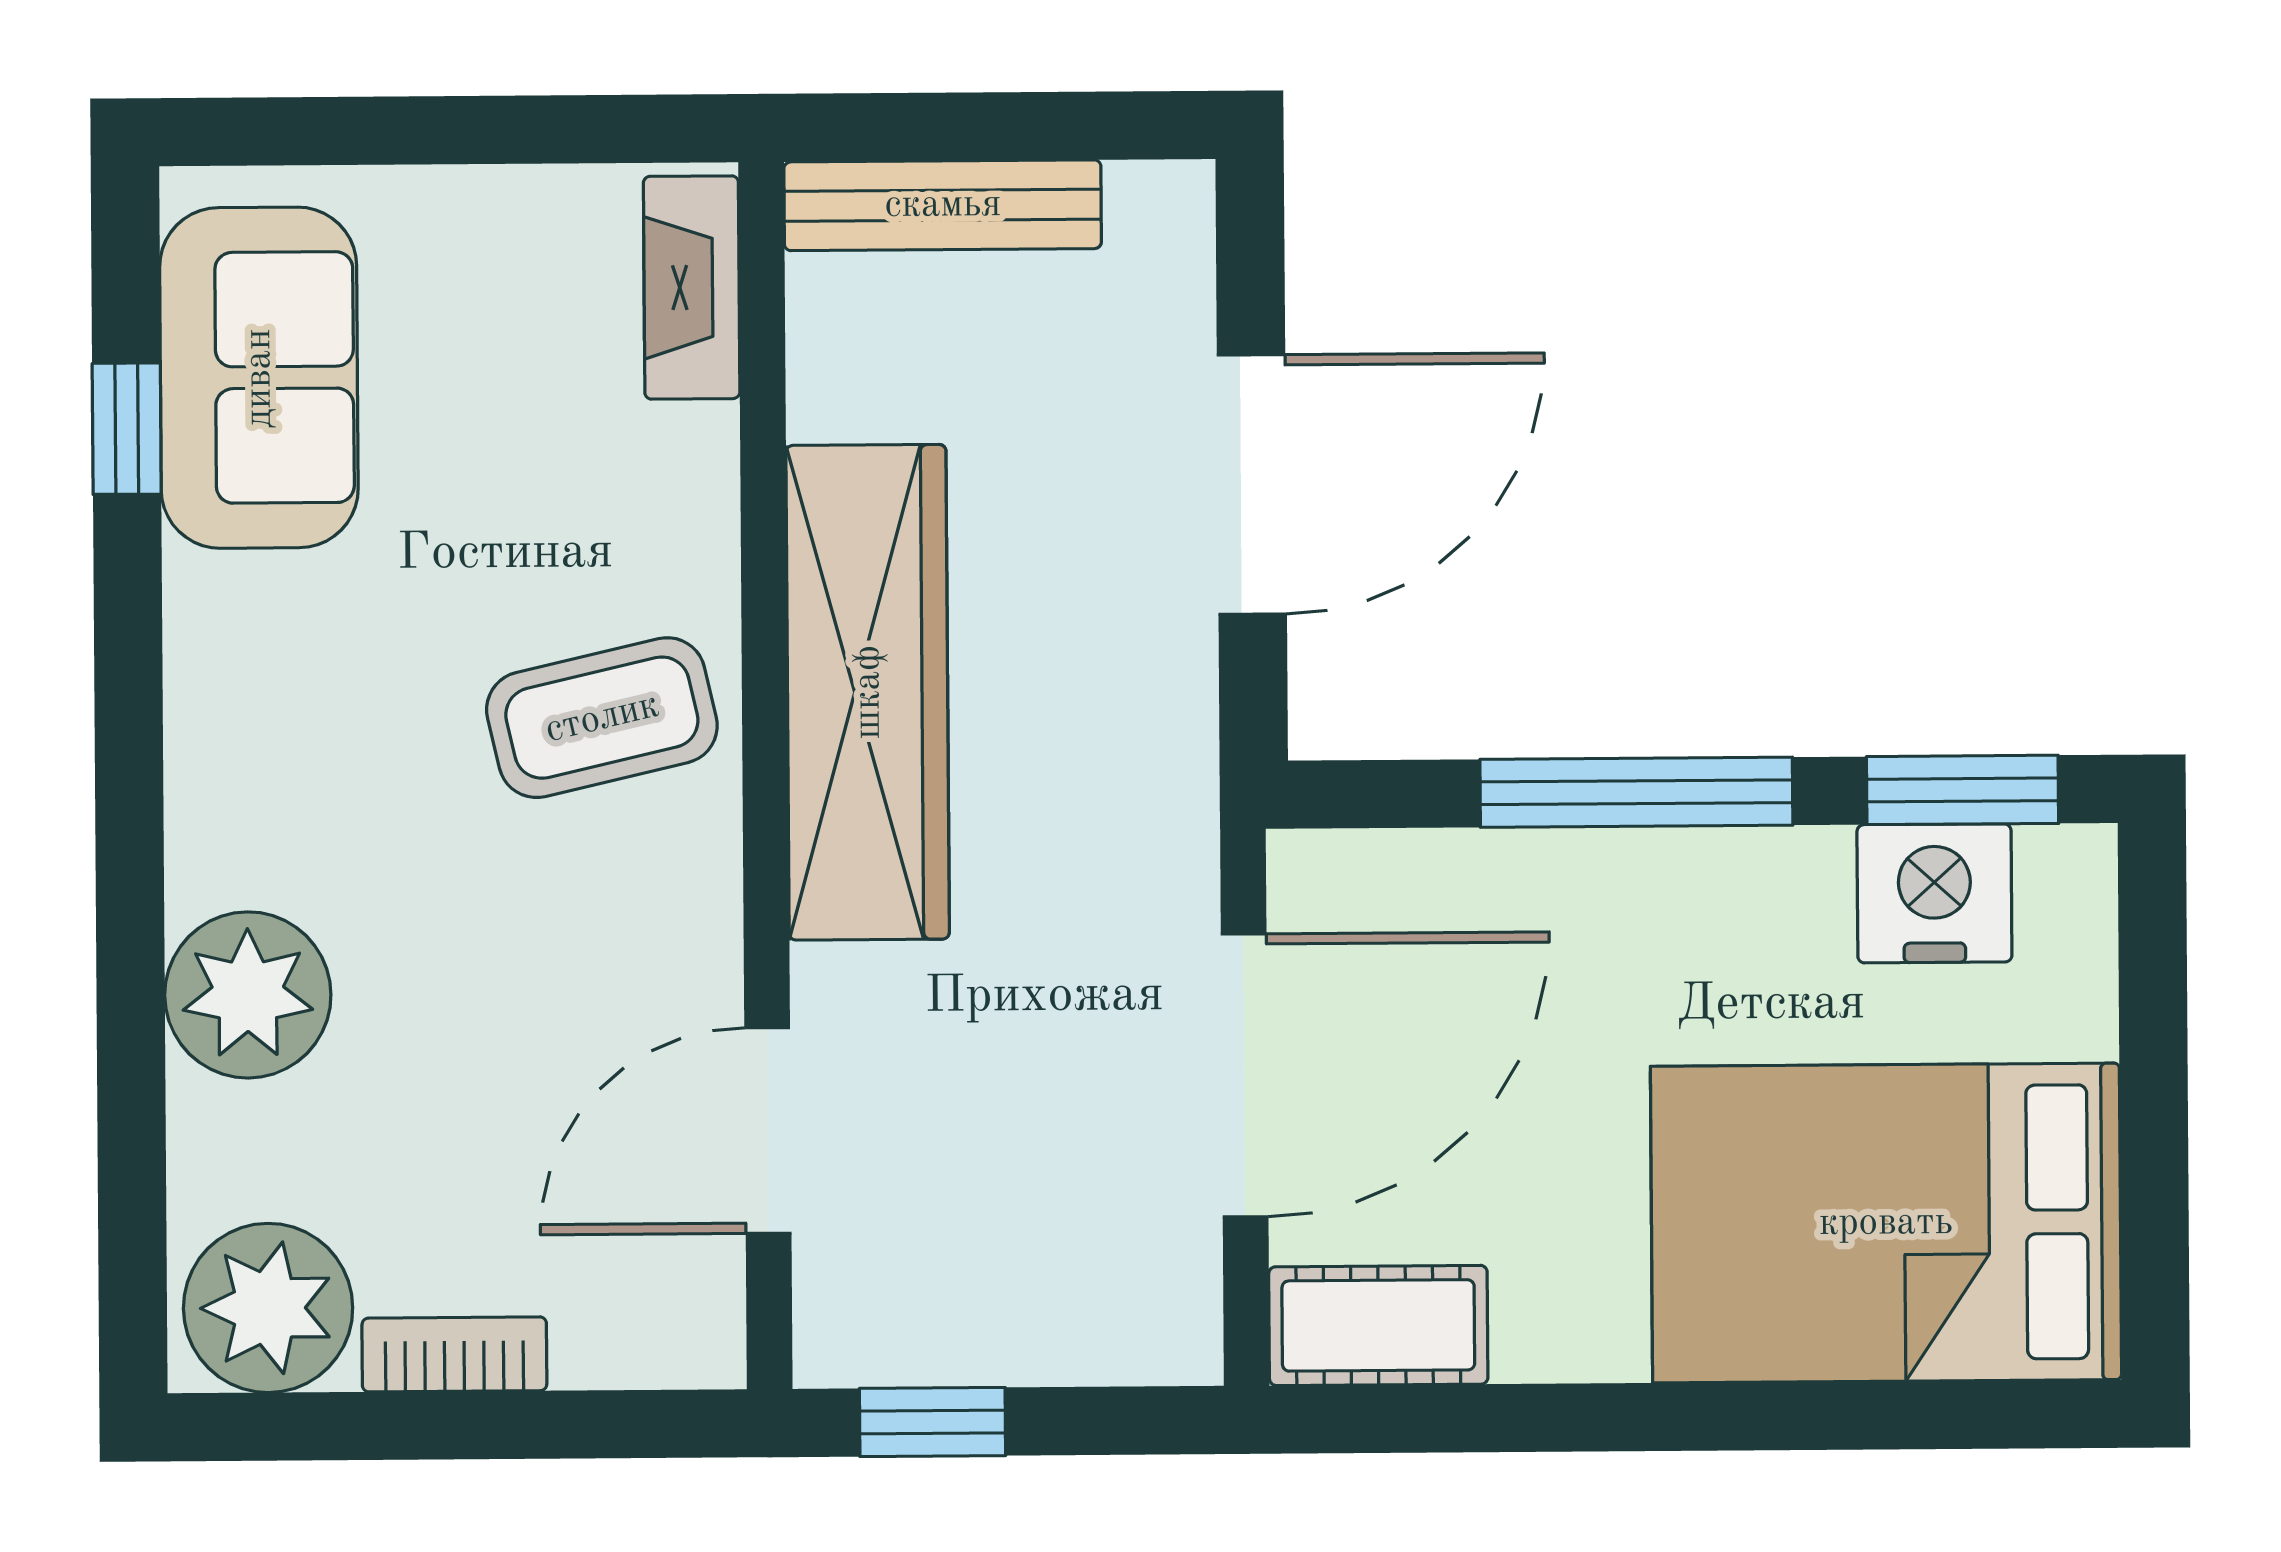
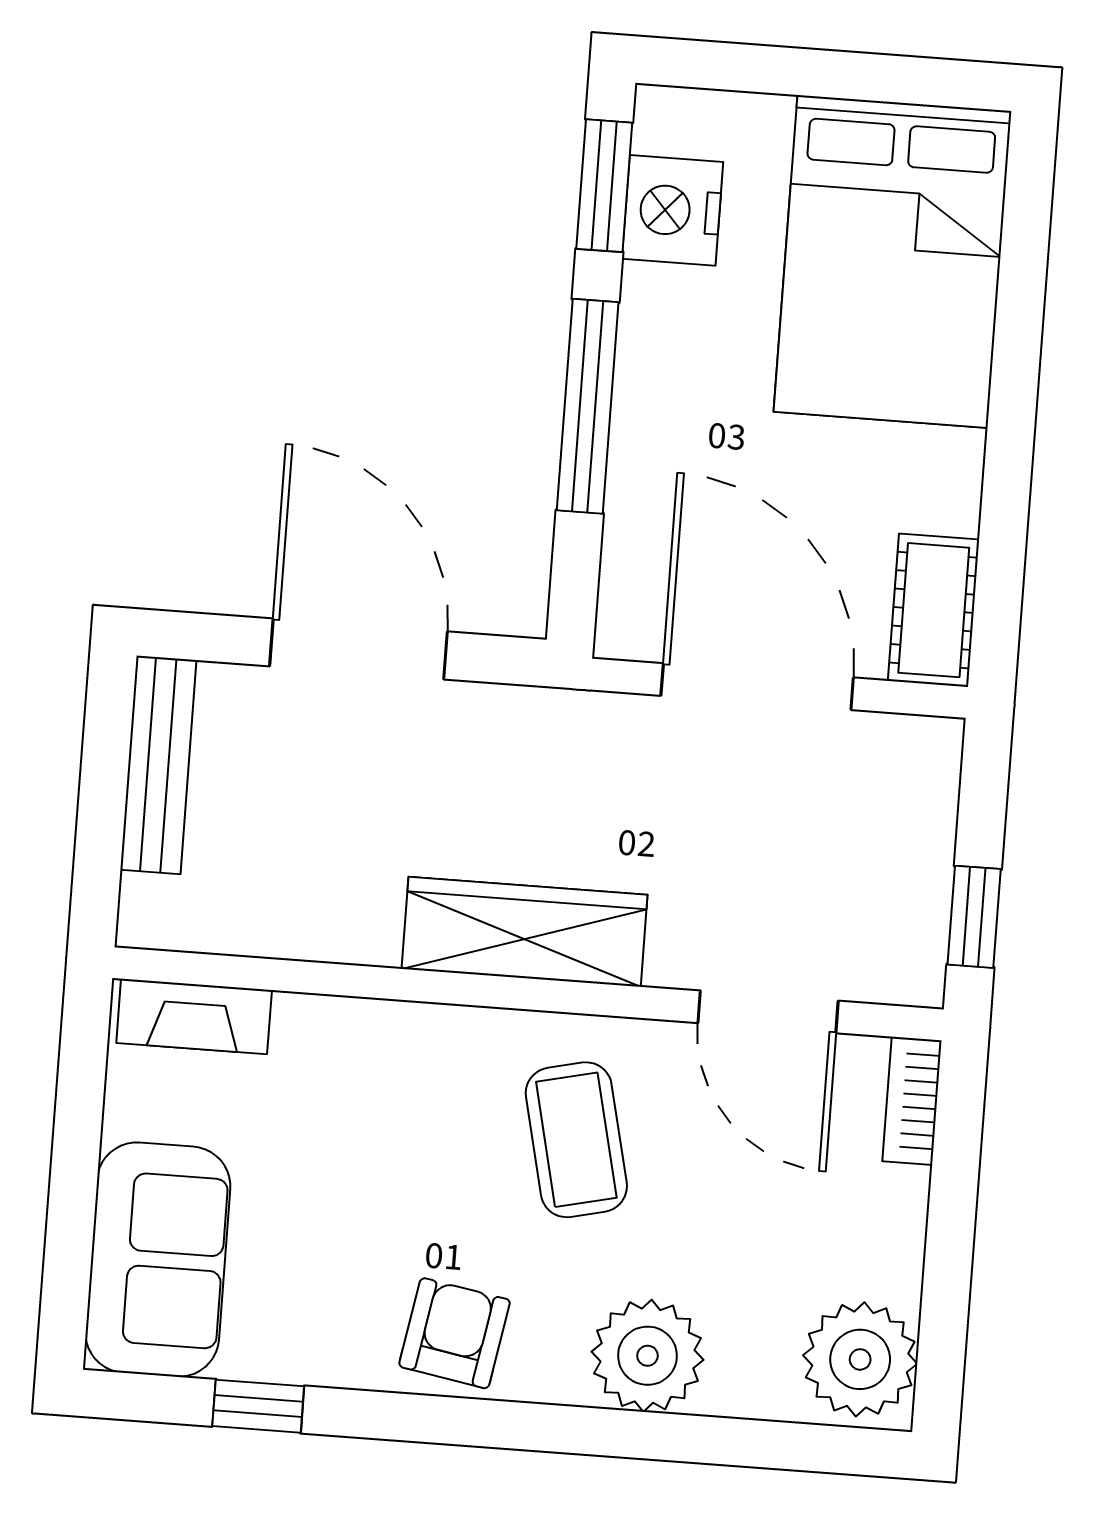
bench: (943, 205) -> (158, 765), moved
sofa: (259, 378) -> (158, 1260), moved, turned 90
wardrobe: (868, 692) -> (525, 932), width x0.71, depth x0.85
armchair: (258, 709) -> (455, 1333), added
coffee table: (602, 718) -> (576, 1140), moved
bookcase: (454, 1354) -> (912, 1101), moved

